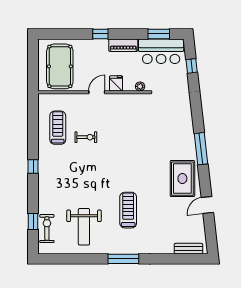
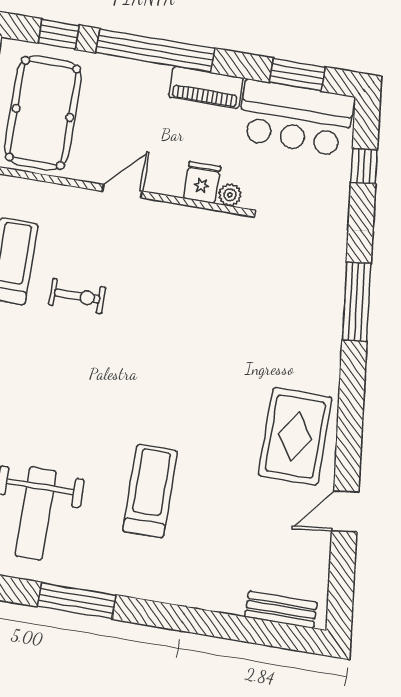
window: (61, 34) -> (59, 34), added
window: (100, 34) -> (155, 51), width x3.17
fridge: (116, 83) -> (202, 182), moved
window: (201, 149) -> (357, 302), moved
window: (123, 259) -> (77, 601), moved

